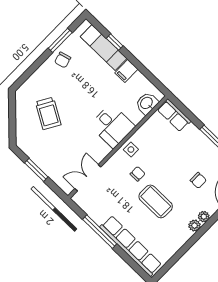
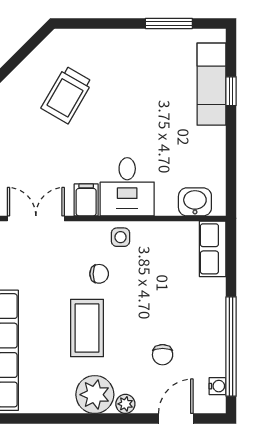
chair: (63, 60) -> (148, 49), removed
filing cabinet: (126, 71) -> (86, 200), moved, turned 90
plant: (195, 226) -> (95, 395), width x1.88, depth x1.88

